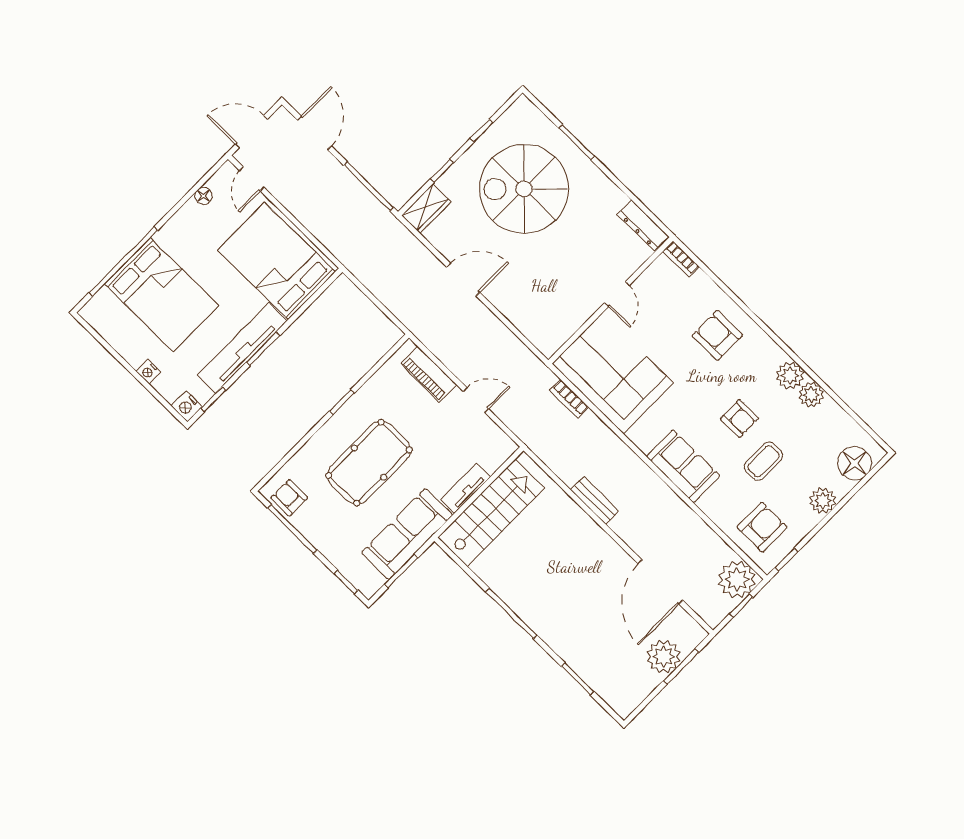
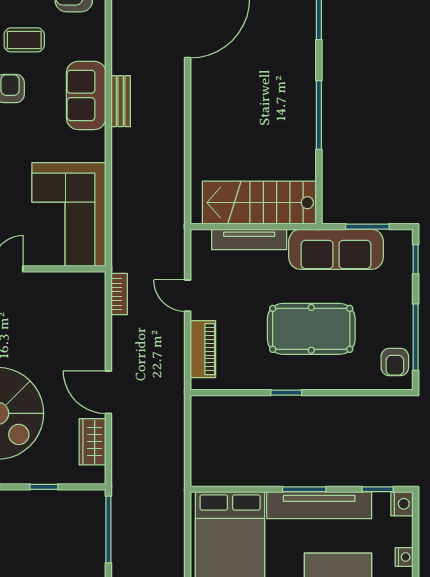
wardrobe: (426, 209) -> (93, 442), moved, turned -90
bookcase: (569, 399) -> (119, 294), moved
tv unit: (466, 488) -> (249, 239), width x1.41
bench: (595, 500) -> (121, 101), moved

